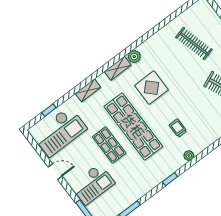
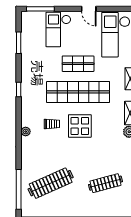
display table: (151, 88) -> (80, 126), moved
plant: (189, 155) -> (26, 132), moved
door: (55, 172) -> (89, 9), hinge flipped

